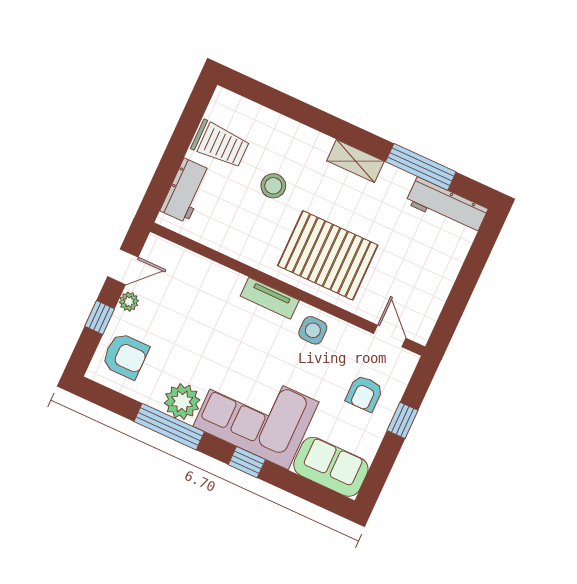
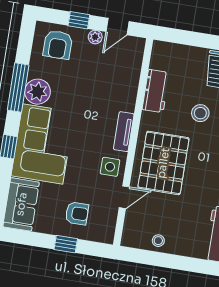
workbench: (185, 191) -> (156, 91), moved, turned -90
door: (123, 267) -> (118, 26), hinge flipped
stool: (433, 292) -> (158, 241), added
door: (390, 336) -> (124, 197), moved
armchair: (364, 393) -> (77, 213), turned 180

